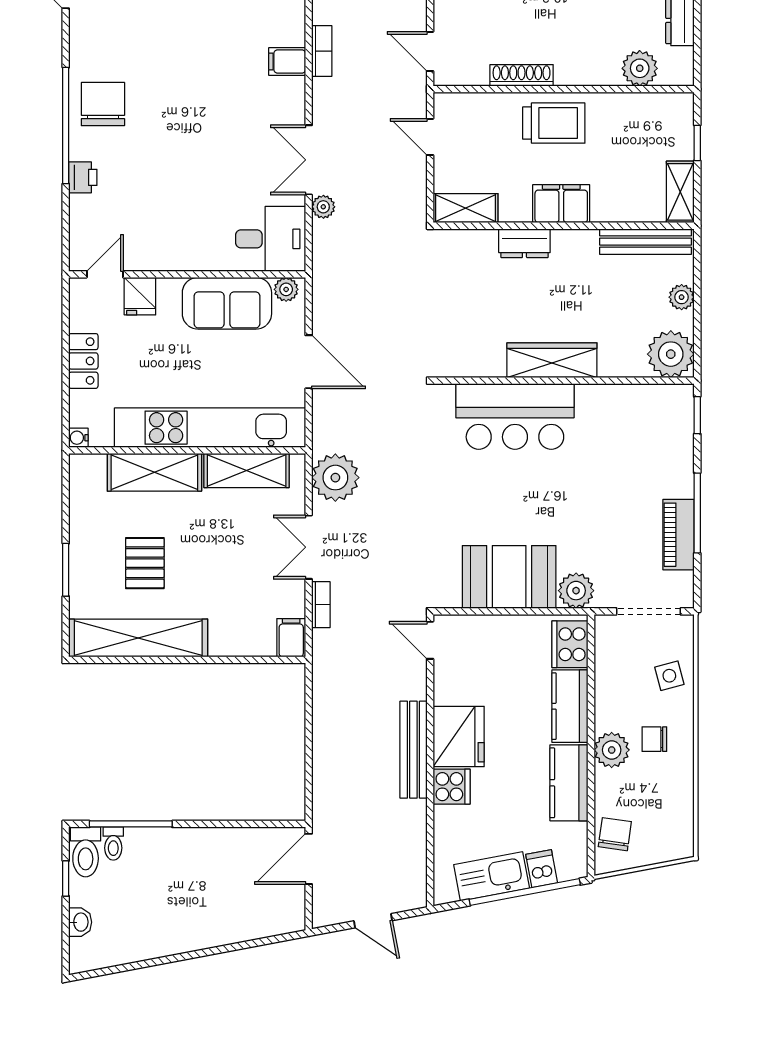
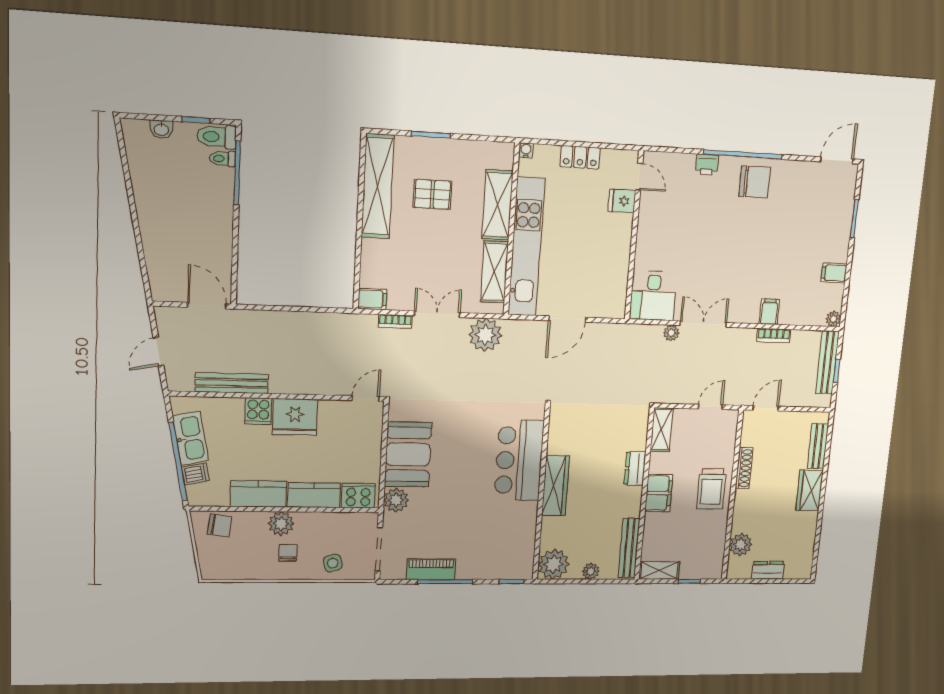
plant: (286, 289) -> (618, 305), removed
sofa: (227, 303) -> (612, 263), removed
bench: (413, 750) -> (232, 383), moved

